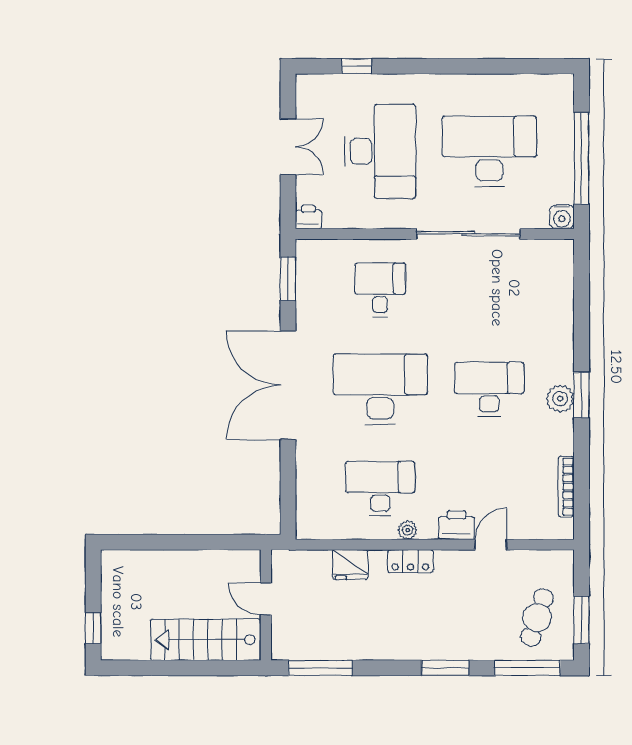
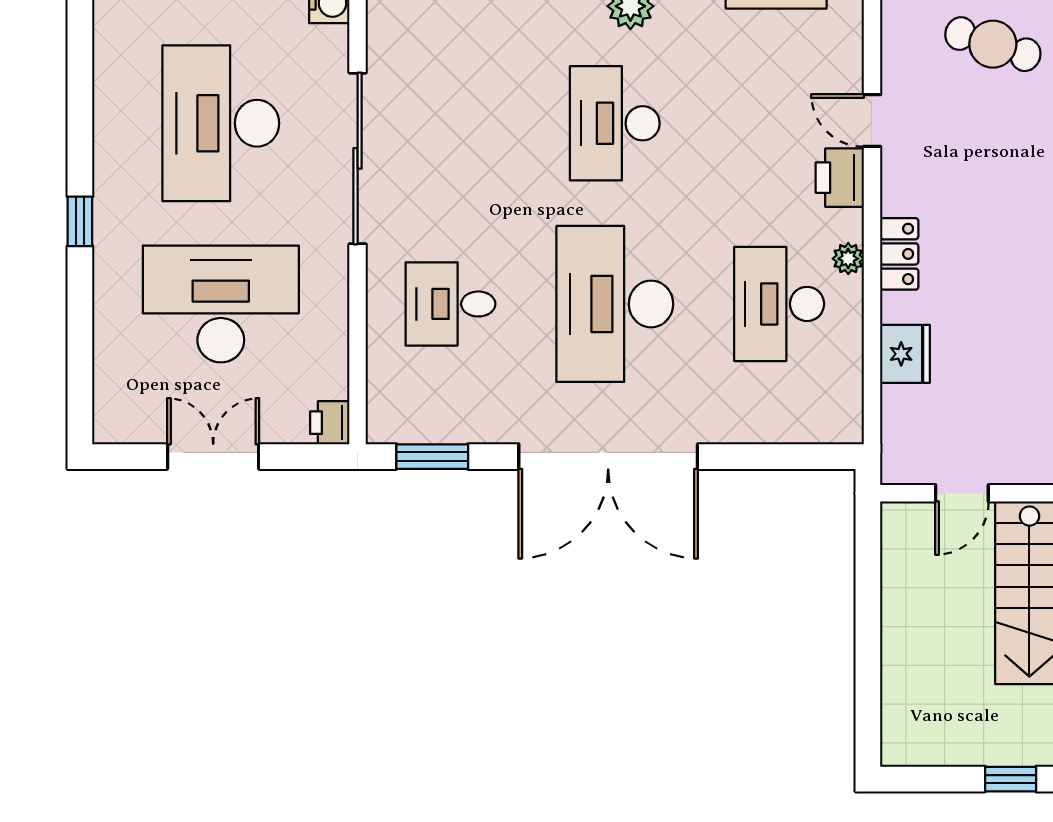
window: (357, 66) -> (80, 221), moved

